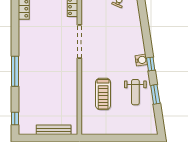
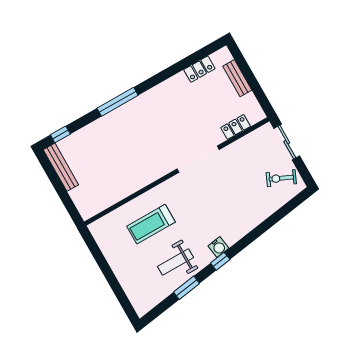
bench: (54, 130) -> (61, 167), moved

